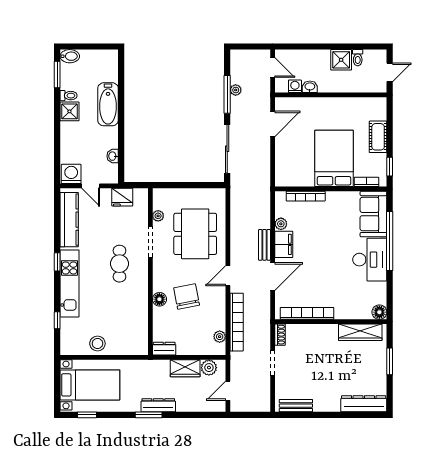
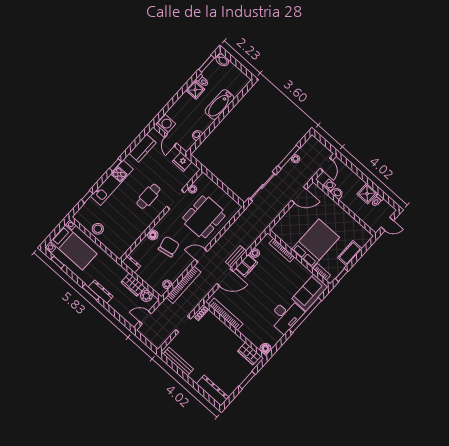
kitchen counter: (69, 220) -> (143, 148), width x0.67
wardrobe: (360, 332) -> (249, 354), width x0.67
bench: (296, 406) -> (178, 362), width x1.36

